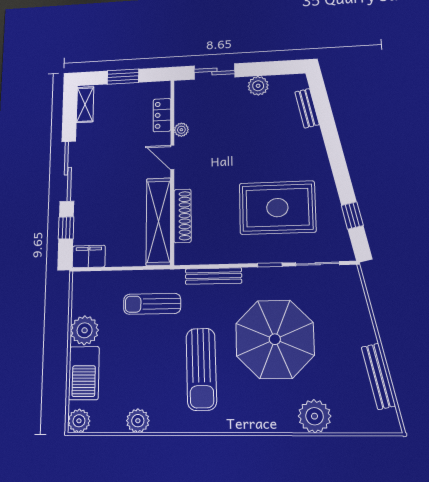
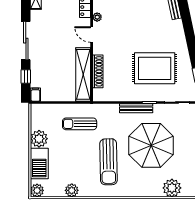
filing cabinet: (89, 256) -> (35, 95), width x0.50
bench: (213, 276) -> (136, 108), moved

